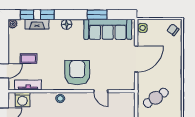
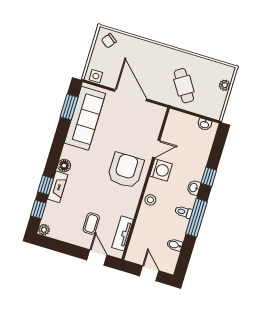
window: (97, 15) -> (69, 107), moved
fireplace: (37, 24) -> (58, 187), moved
armchair: (77, 73) -> (126, 170), turned 90
washing machine: (22, 100) -> (161, 170), moved

